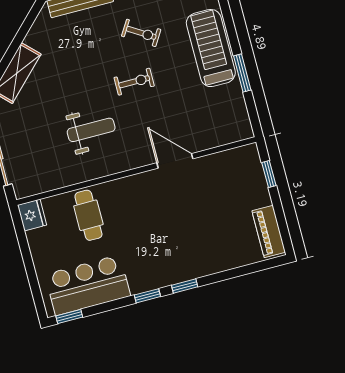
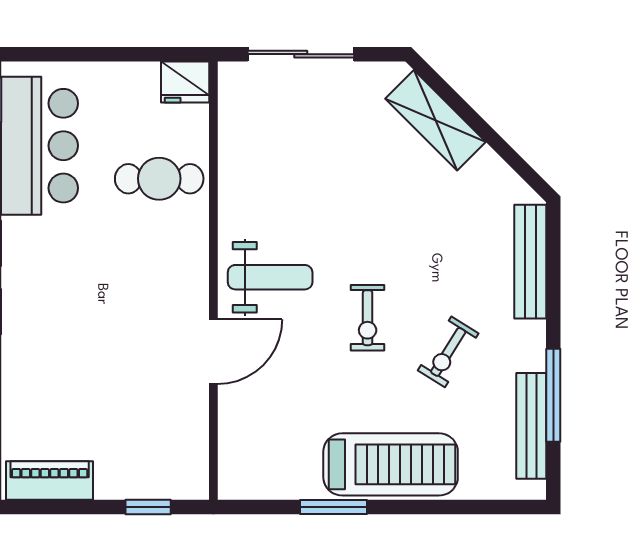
weight bench: (91, 130) -> (270, 277), moved, turned -90

